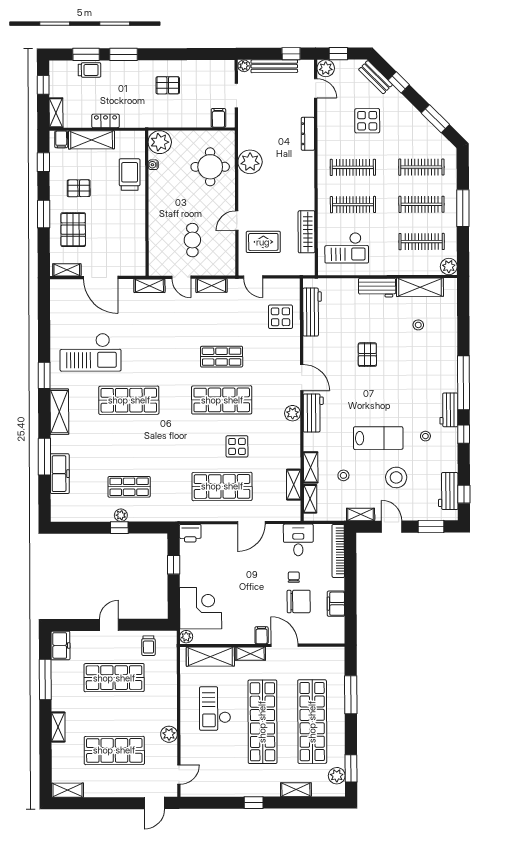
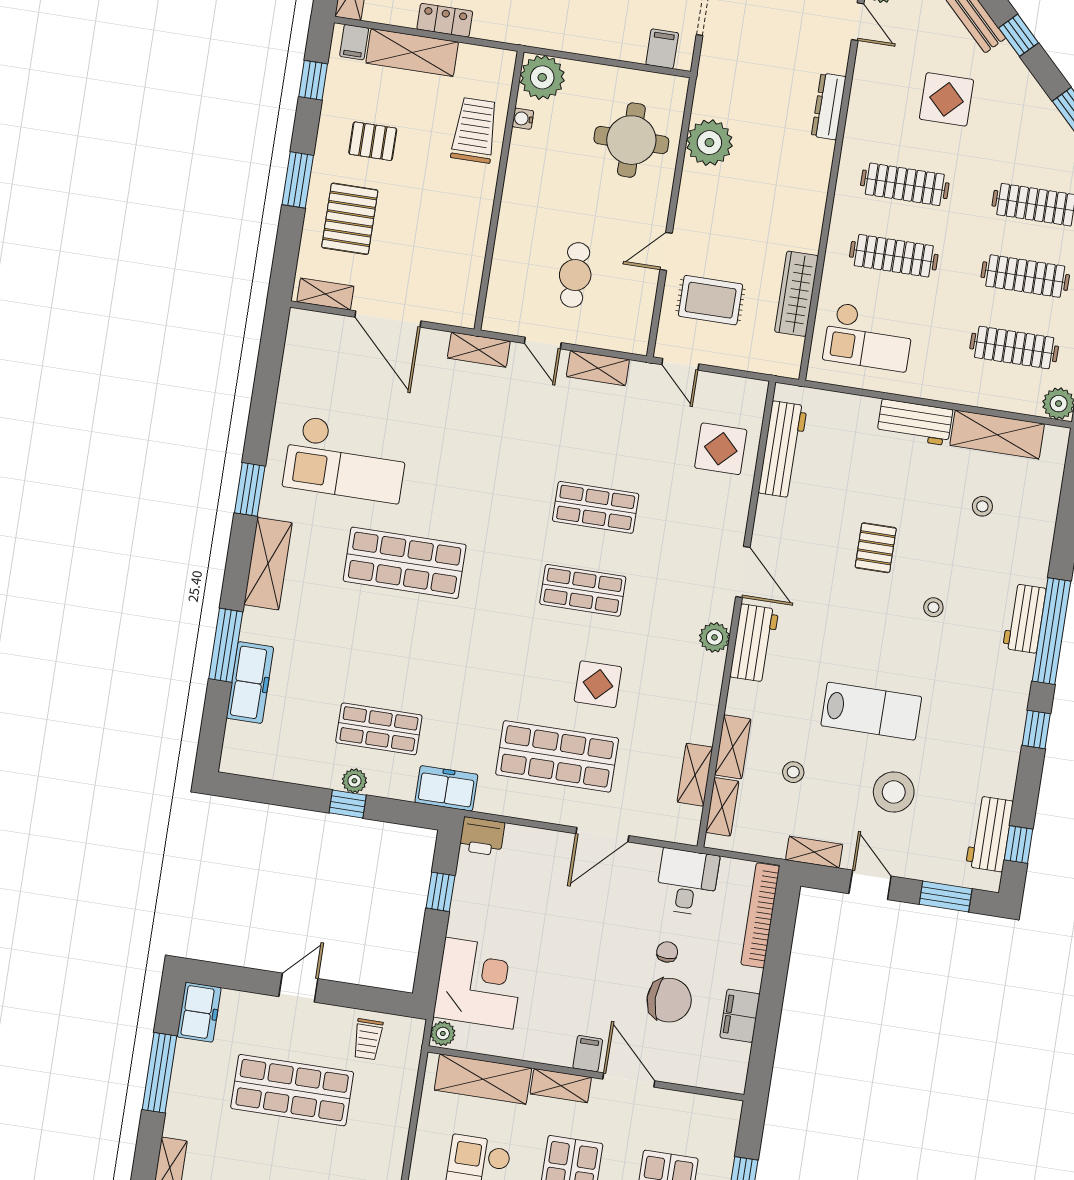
shop shelf: (222, 400) -> (583, 590), width x0.70, depth x0.74
workbench: (449, 410) -> (1024, 618), moved
stool: (425, 436) -> (933, 607), moved
freezer: (168, 512) -> (446, 788), added

